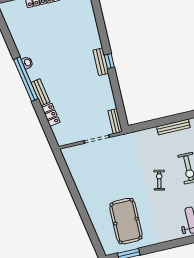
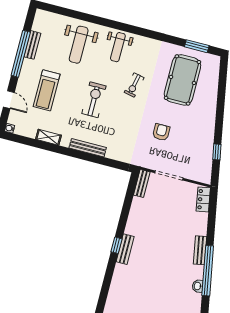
locker: (51, 115) -> (203, 199), moved
armchair: (121, 170) -> (161, 132), added
window: (68, 178) -> (217, 152), added
exercise bike: (159, 180) -> (134, 85), moved

